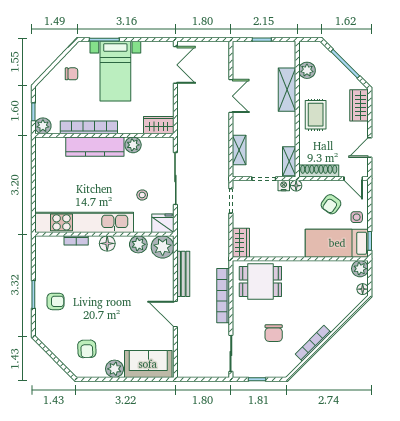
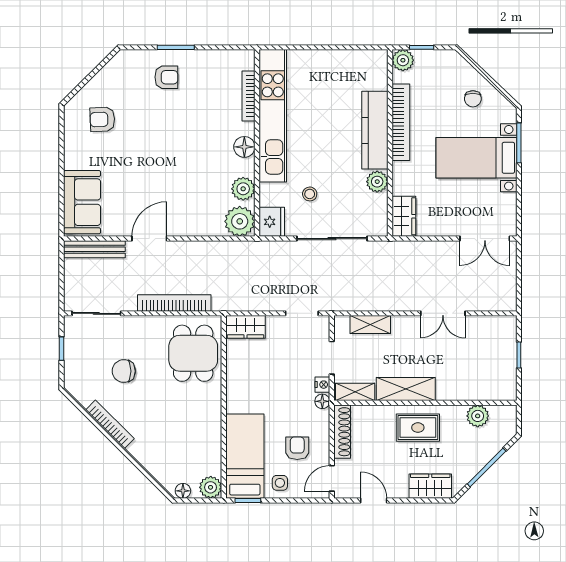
shelving: (287, 90) -> (406, 389), moved
armchair: (331, 204) -> (297, 448), turned 55
bookcase: (76, 240) -> (248, 96), width x1.56
bench: (183, 274) -> (94, 249), moved
armchair: (56, 301) -> (166, 77), turned -90
plant: (115, 369) -> (76, 157), removed

